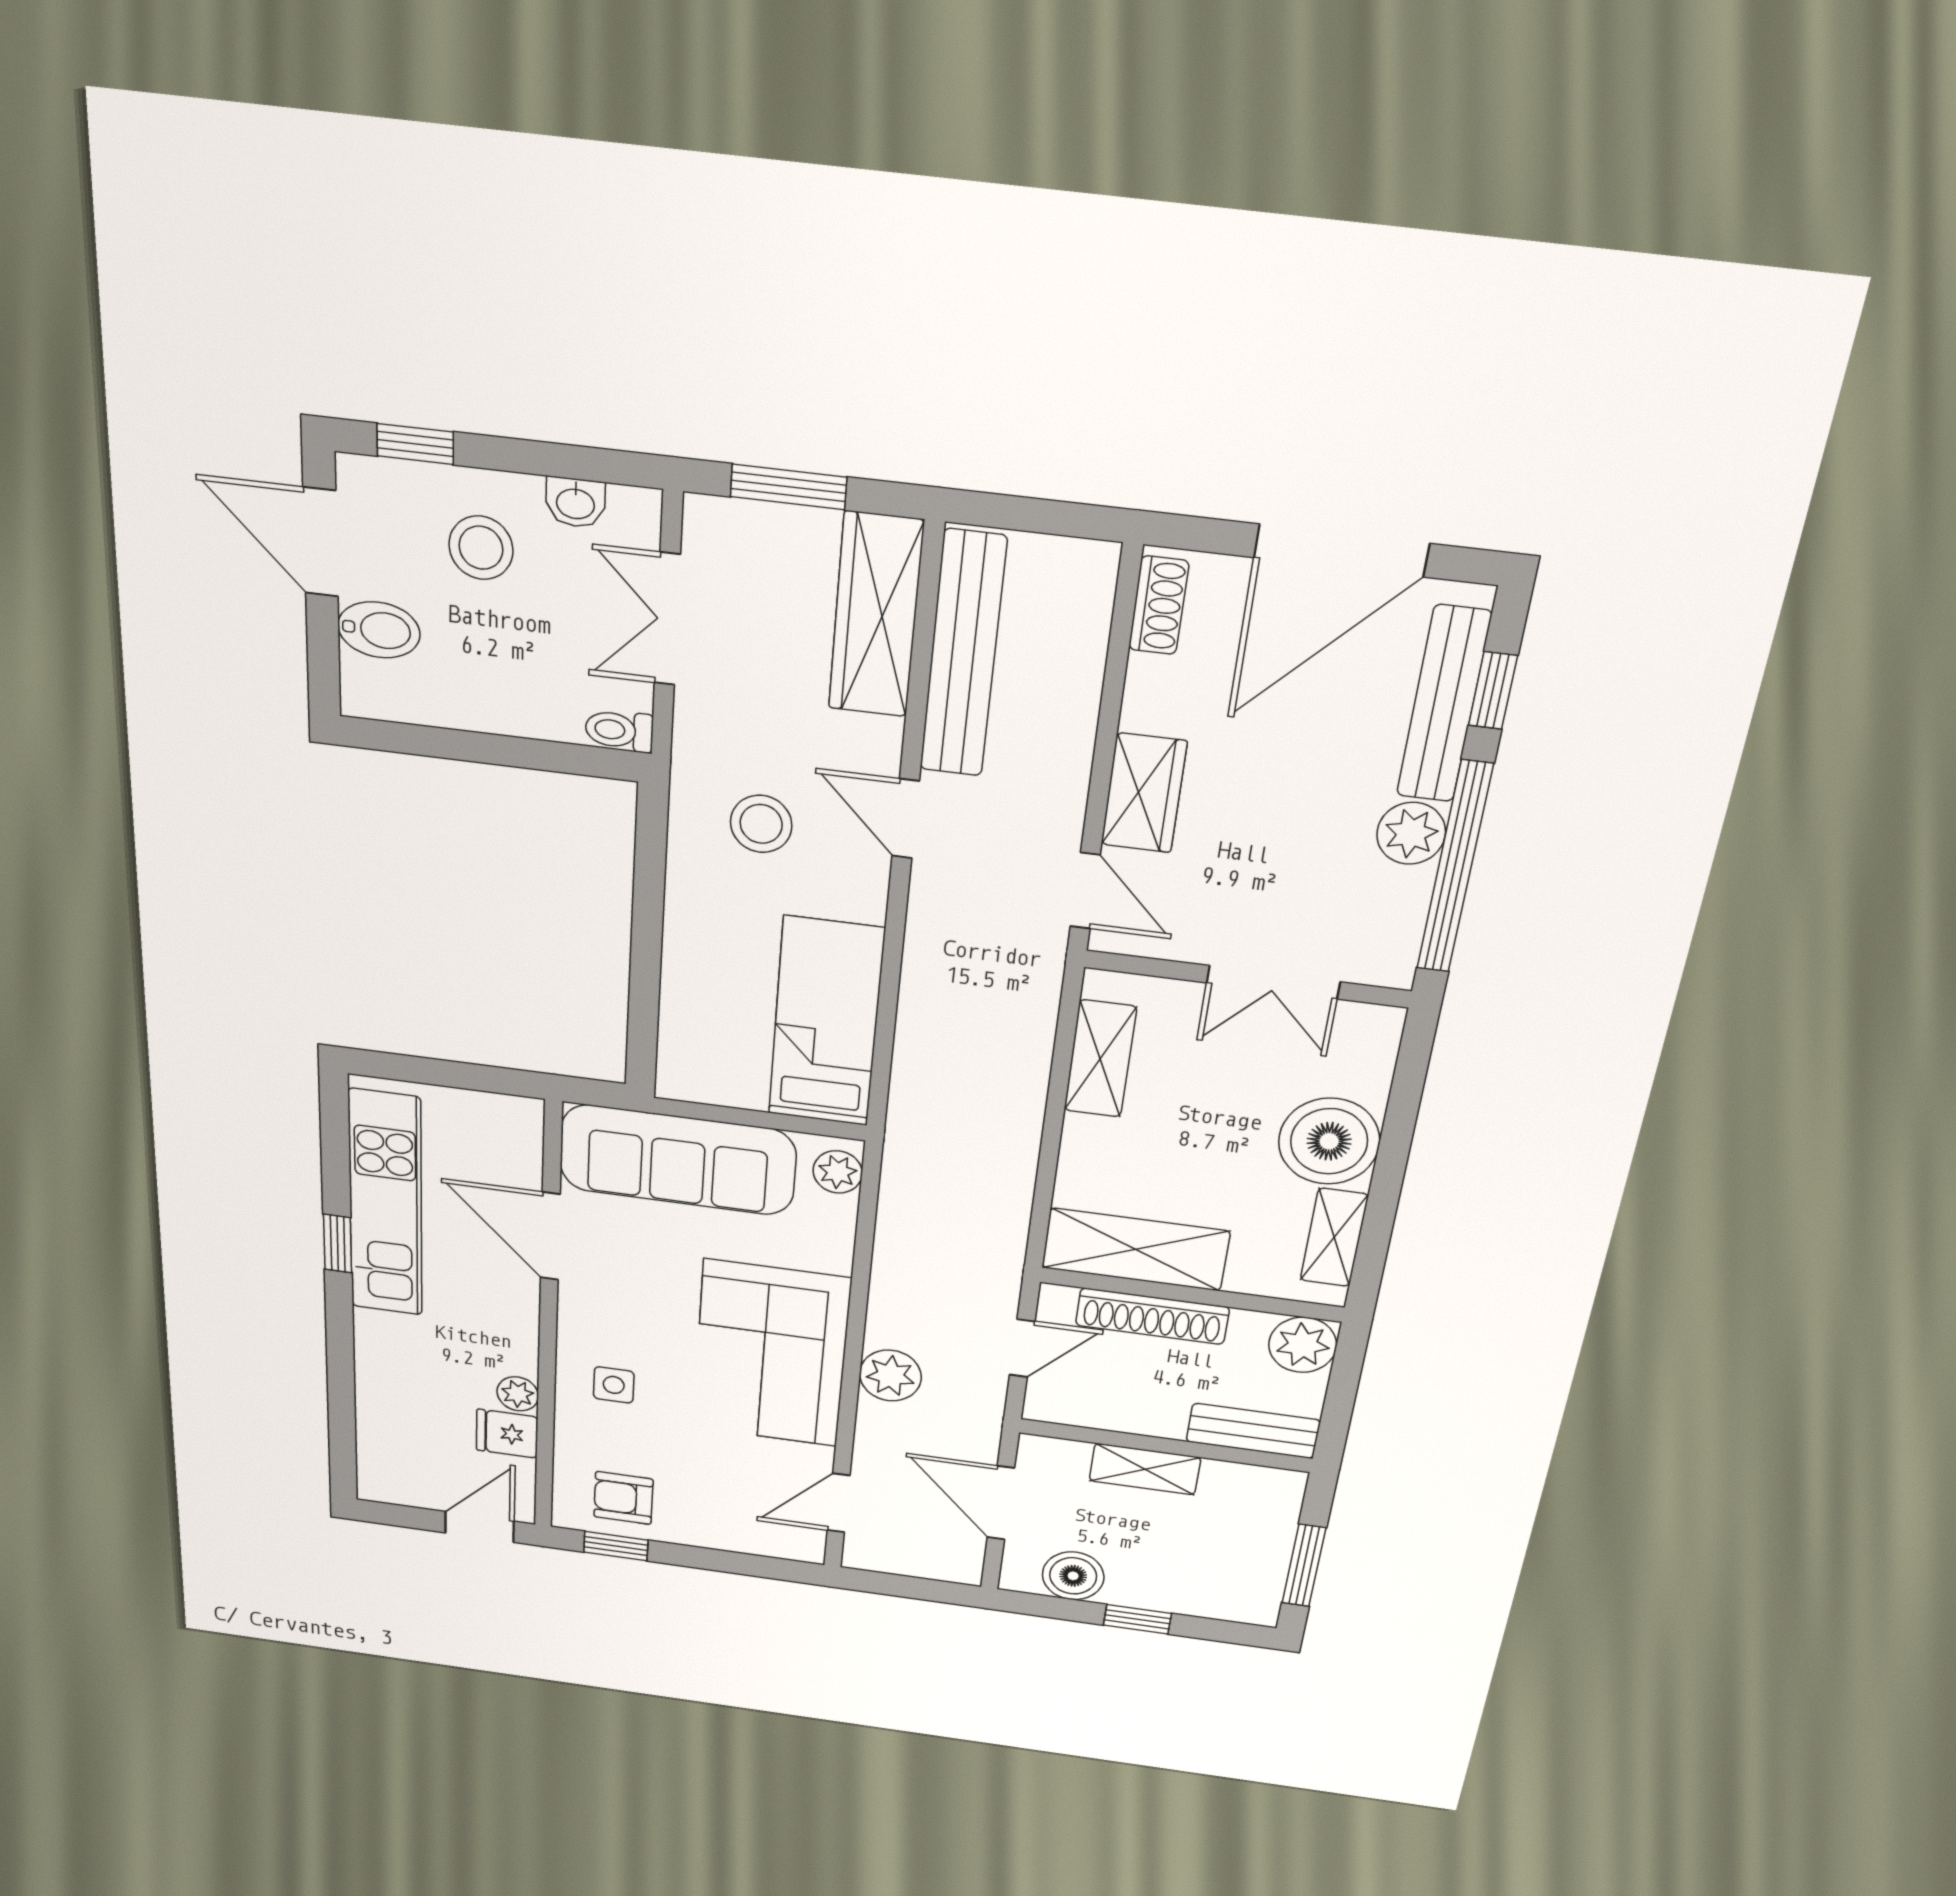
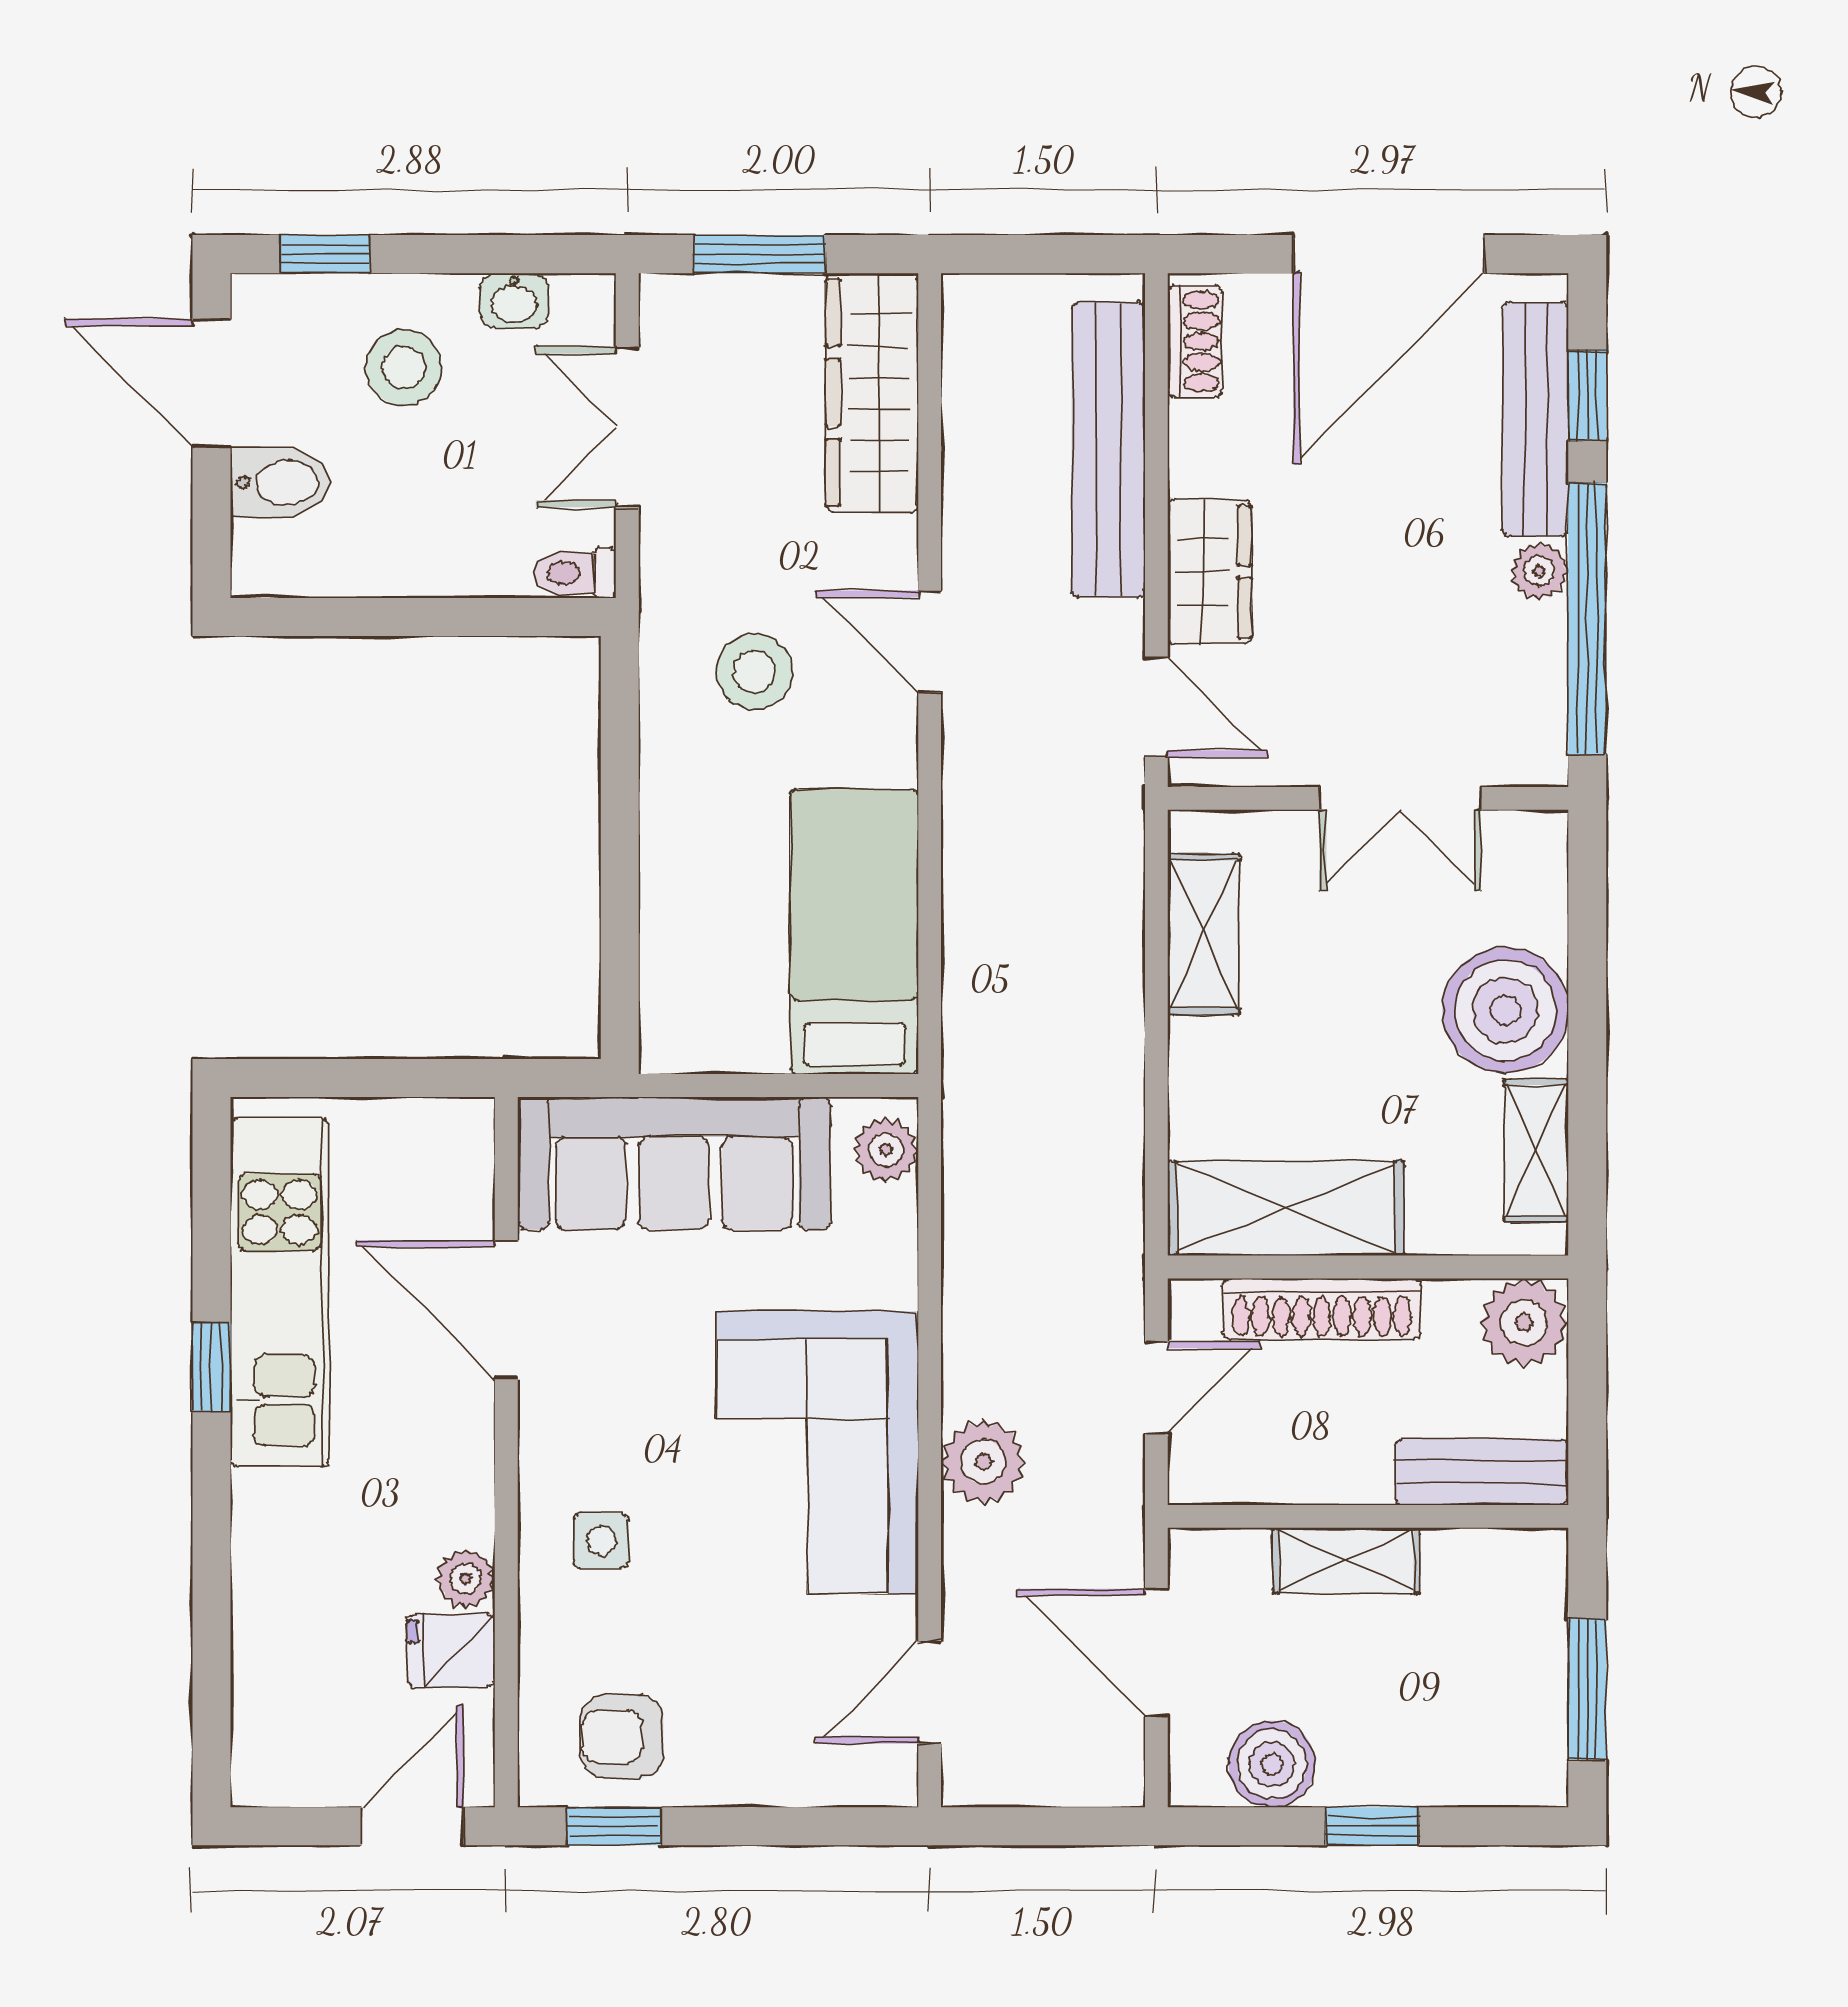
bench: (963, 655) -> (1108, 449), moved
plant: (1411, 833) -> (1539, 571), width x0.73, depth x0.73

